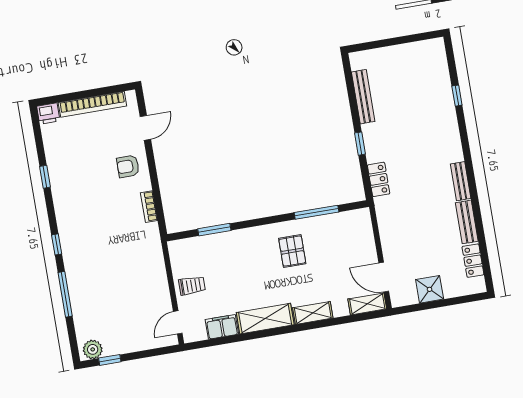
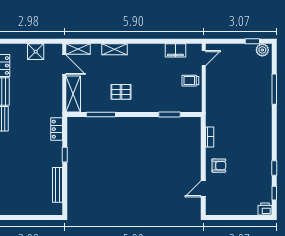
bookcase: (92, 104) -> (235, 210), removed
window: (57, 244) -> (274, 193), moved
pallet: (292, 251) -> (121, 92), turned 90
shelving: (265, 319) -> (73, 94), moved, turned 90

